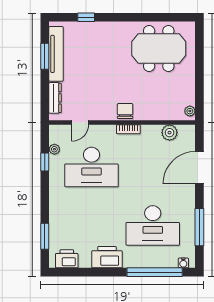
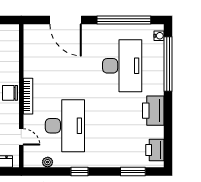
plant: (190, 111) -> (10, 29), removed
bookcase: (128, 129) -> (28, 96), width x1.56
plant: (170, 133) -> (31, 49), removed
window: (45, 162) -> (80, 171), moved
window: (199, 227) -> (124, 20), width x1.46

